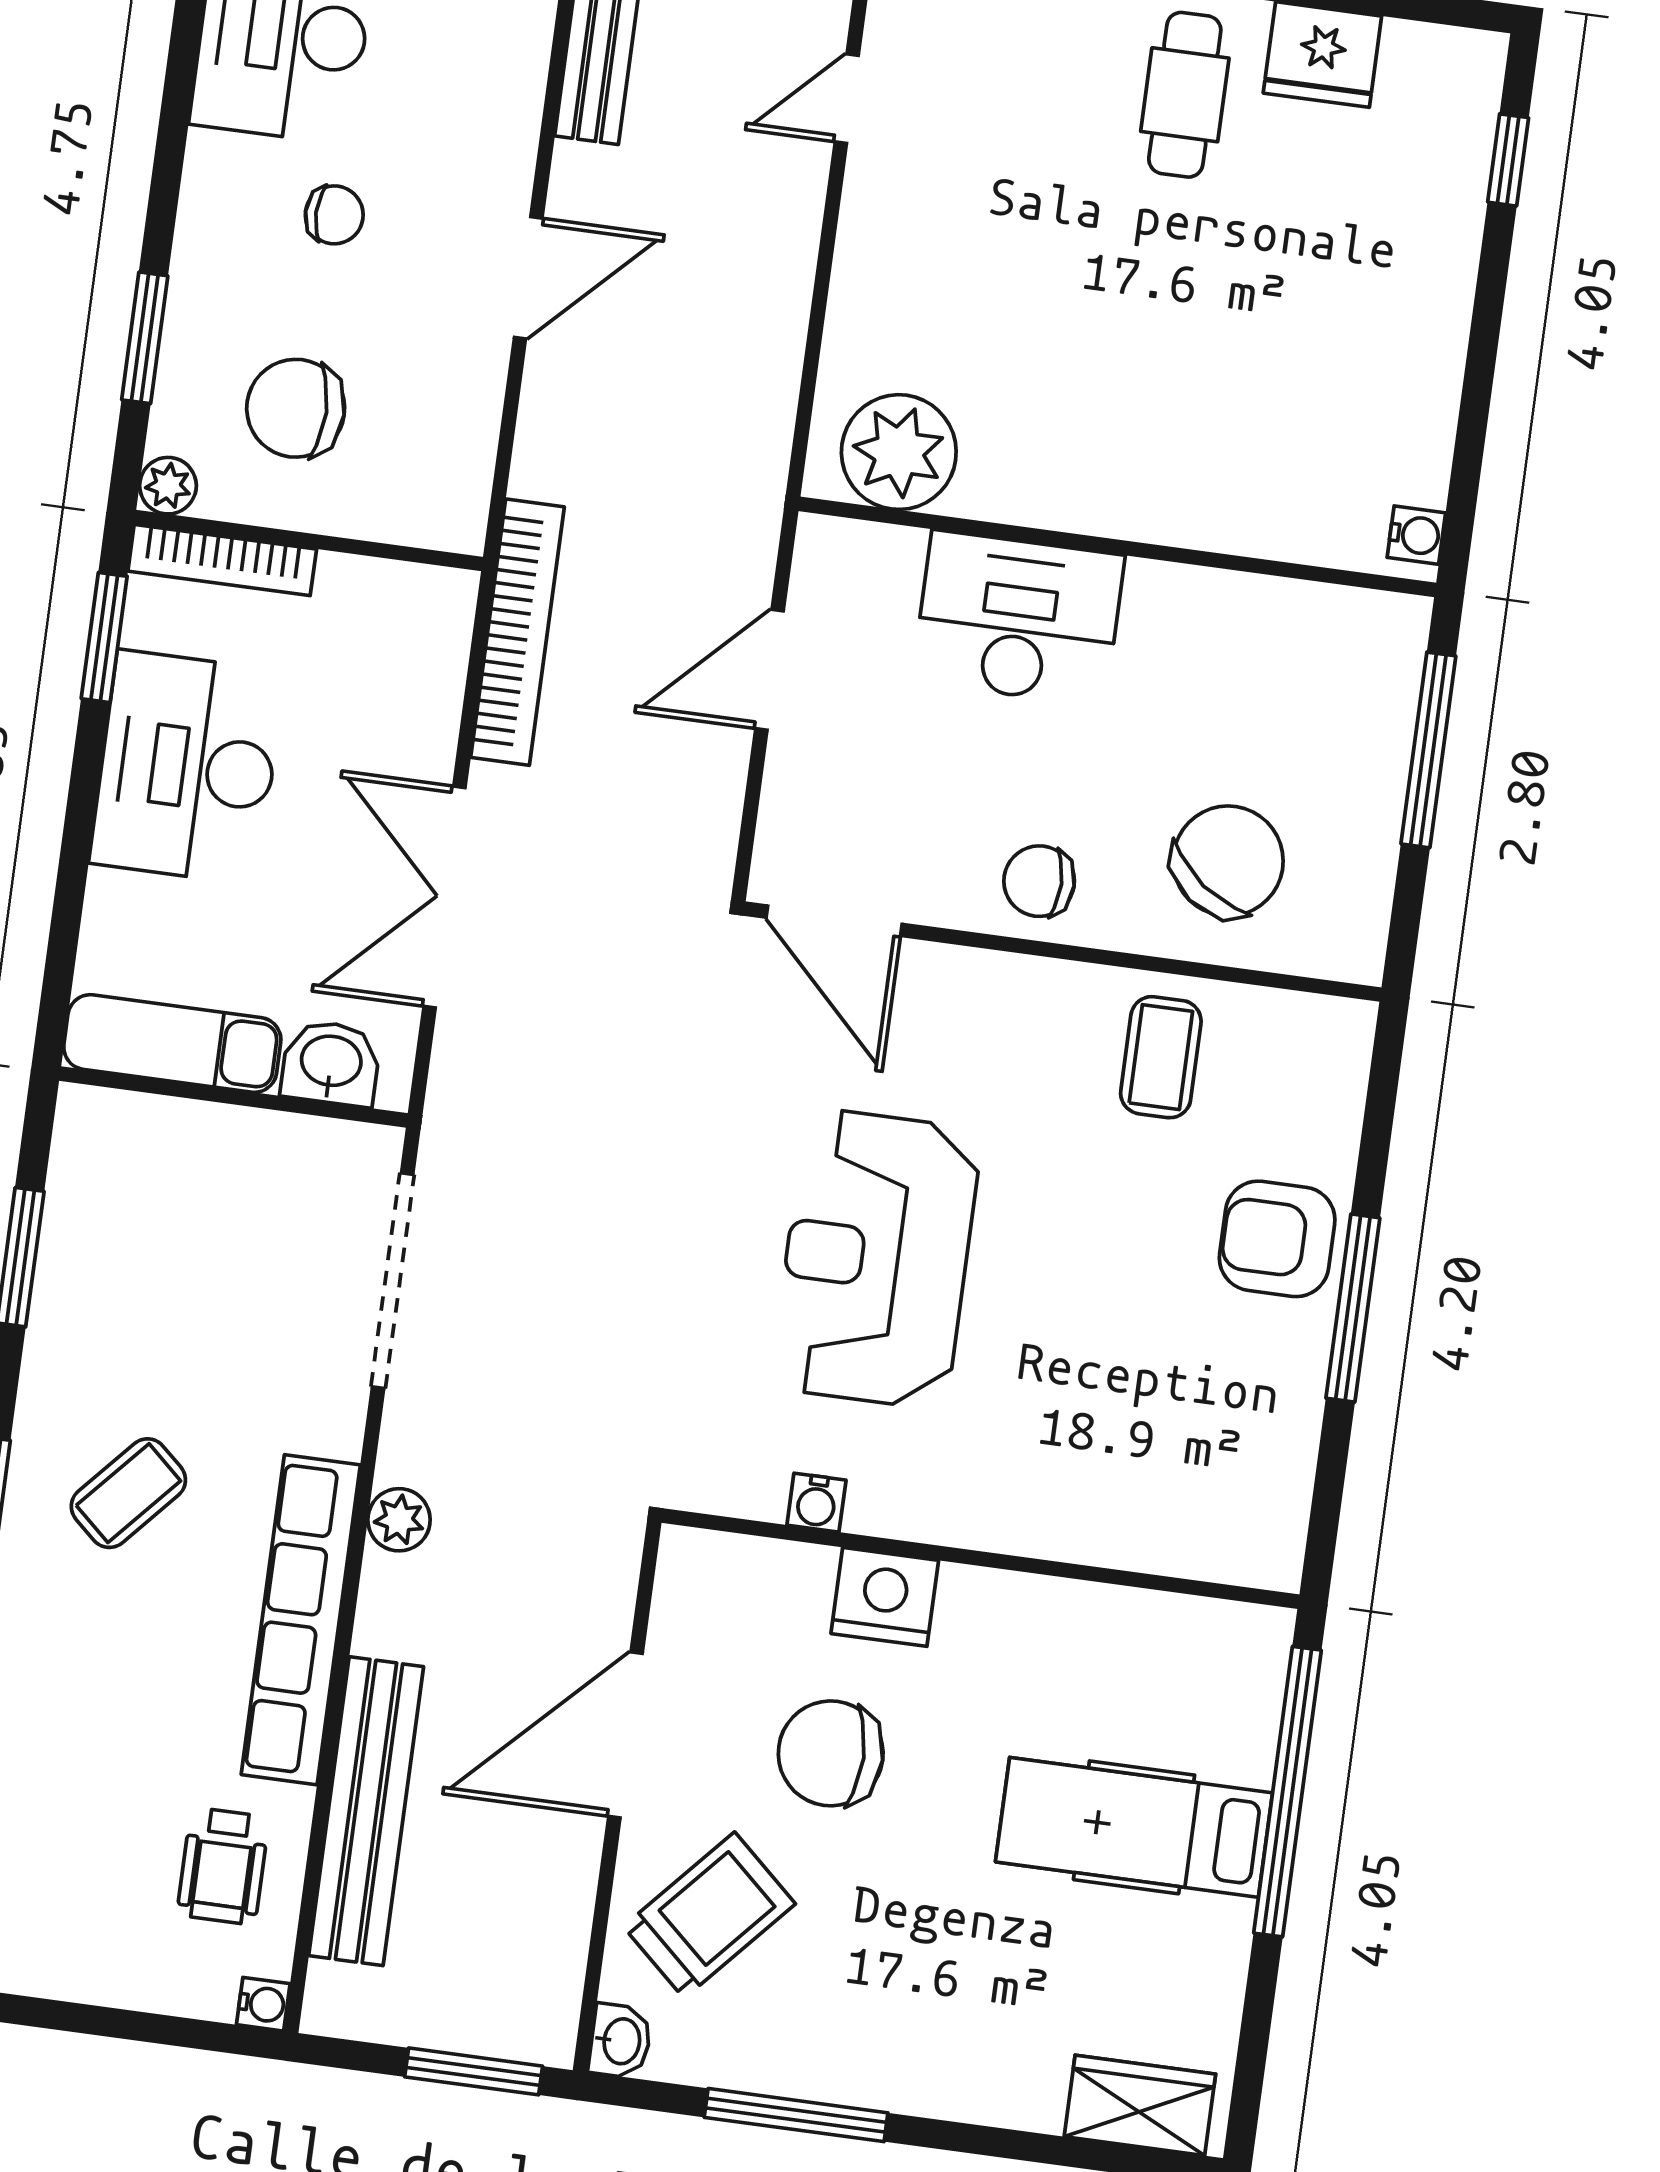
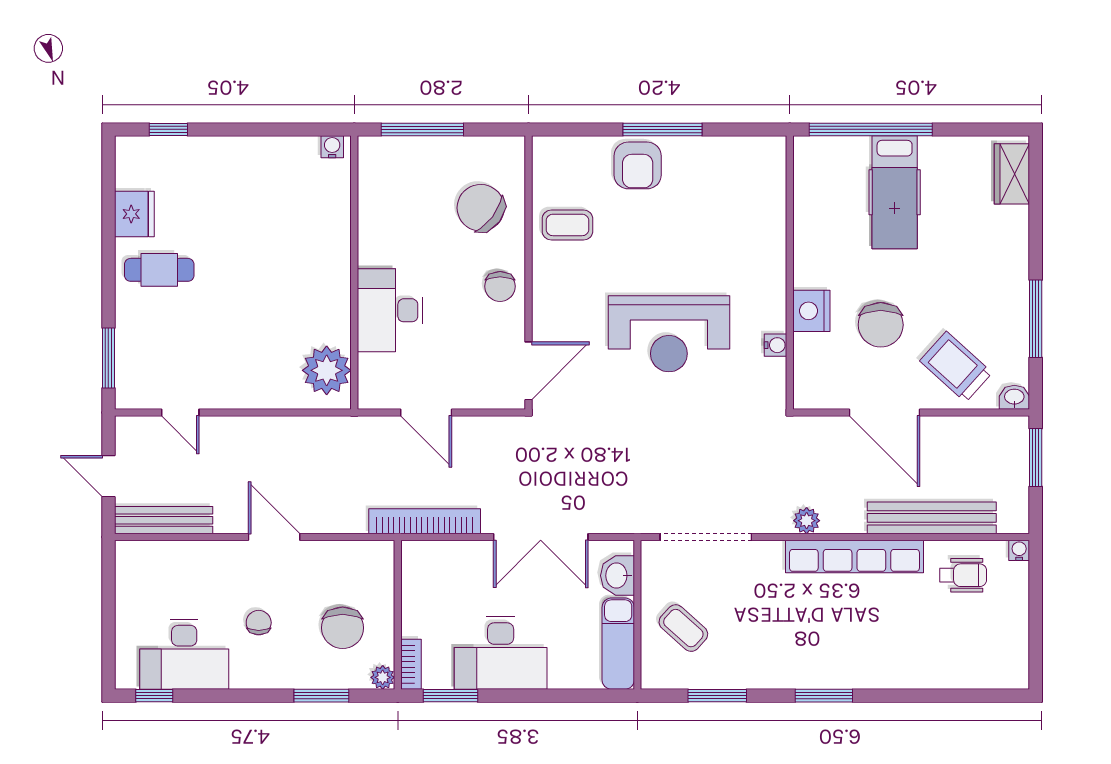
bookcase: (222, 560) -> (411, 664), width x0.64
coffee table: (128, 1493) -> (683, 628), moved

